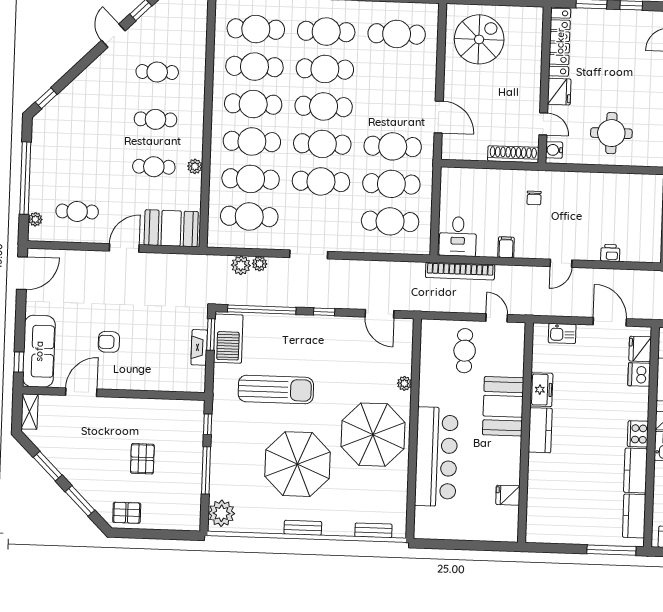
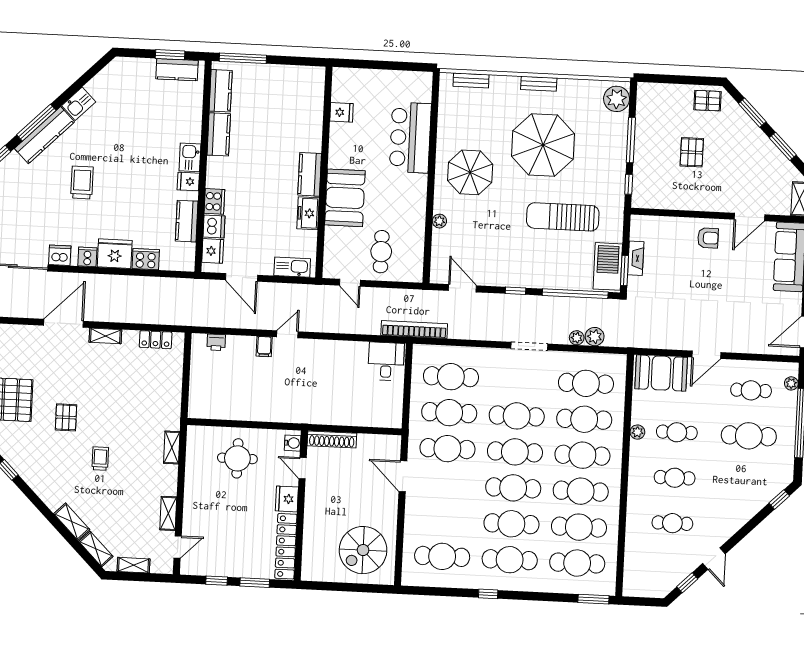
cafe table: (79, 164) -> (749, 436), added
chair: (534, 198) -> (312, 397), removed
filing cabinet: (506, 247) -> (264, 347), moved
printer: (610, 253) -> (216, 342), moved
bookcase: (460, 271) -> (414, 330), moved
kitchen sink: (562, 333) -> (292, 267), width x1.38
armchair: (109, 342) -> (708, 238), moved
cooker: (638, 434) -> (214, 201), moved
parasol: (373, 435) -> (470, 172), width x0.73, depth x0.73
bar counter: (436, 457) -> (410, 138), width x0.73

